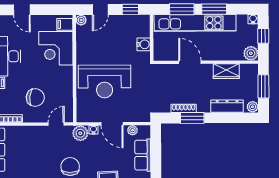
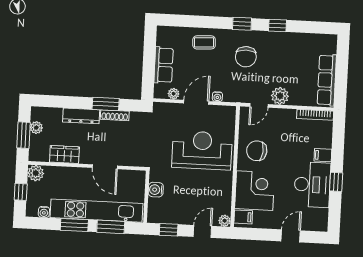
door: (22, 10) -> (291, 236), hinge flipped
water cooler: (253, 19) -> (44, 212), moved
chair: (35, 97) -> (257, 151), moved
dresser: (227, 106) -> (81, 116), moved
plant: (253, 107) -> (36, 128), moved
door: (112, 124) -> (196, 102), hinge flipped
plant: (80, 133) -> (280, 96), moved

